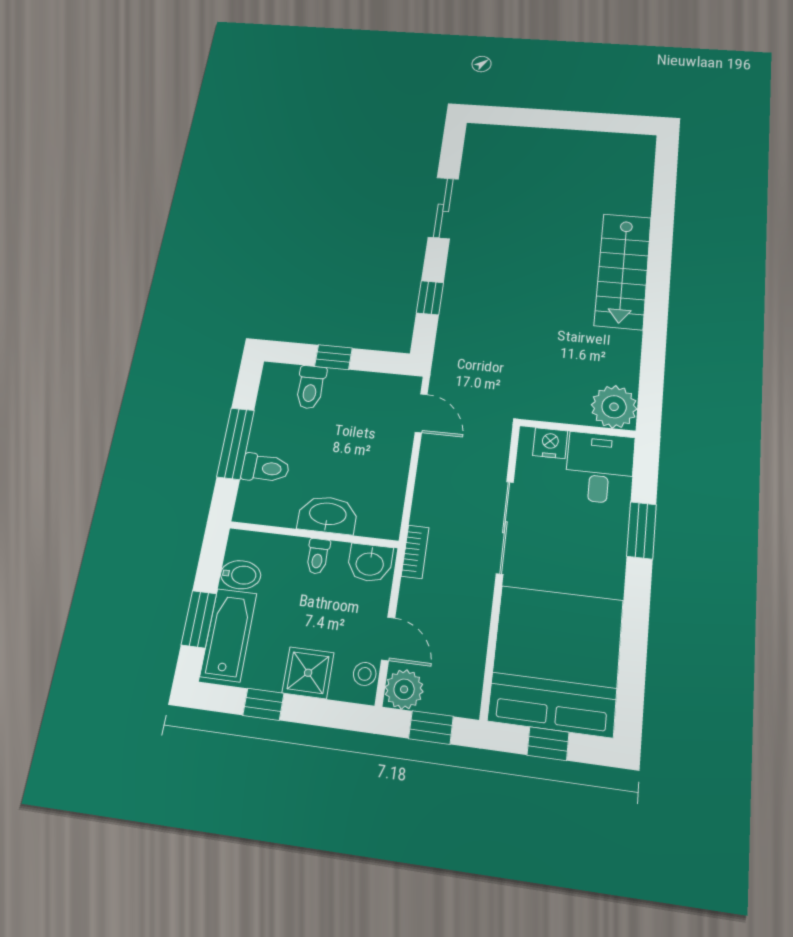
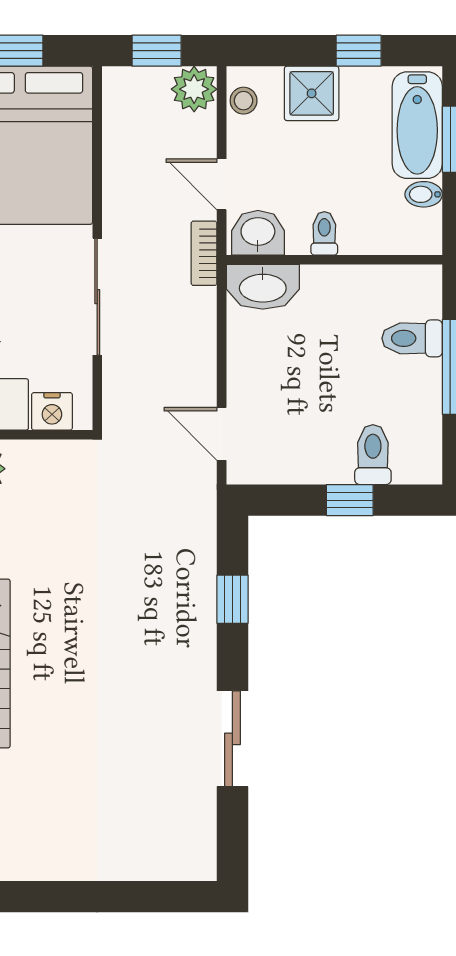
washbasin: (328, 515) -> (263, 287), moved
bidet: (241, 575) -> (424, 194), width x0.72, depth x0.74
door: (388, 639) -> (222, 184), moved

